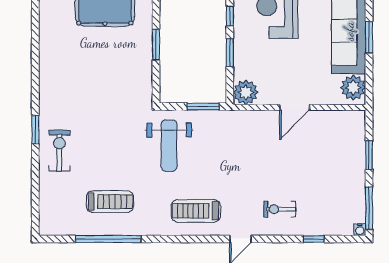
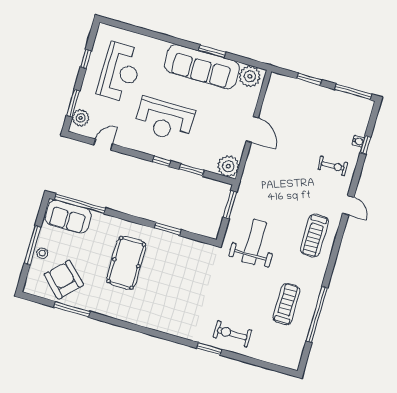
weight bench: (169, 146) -> (254, 242), turned -90
exercise bike: (280, 209) -> (333, 166), turned -92
water cooler: (360, 230) -> (358, 141), moved

